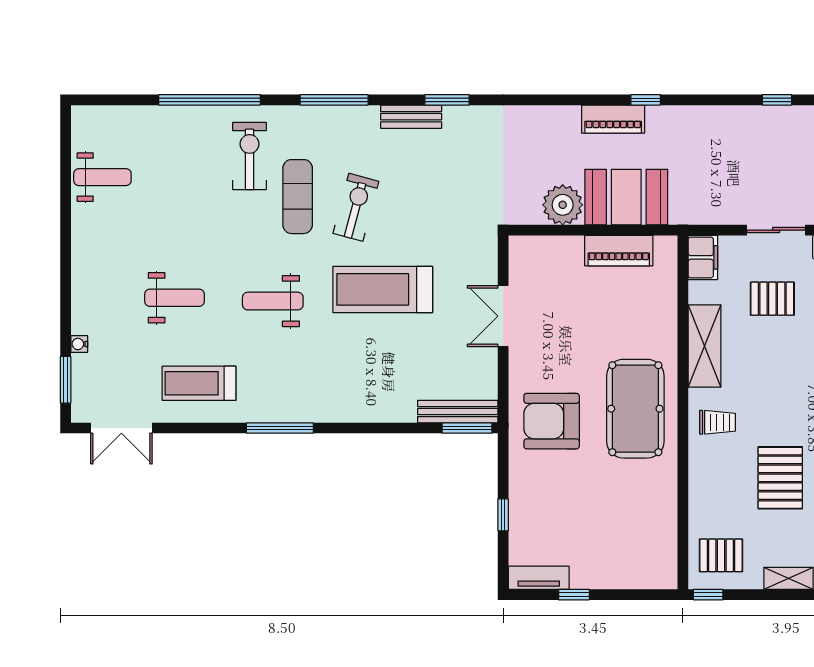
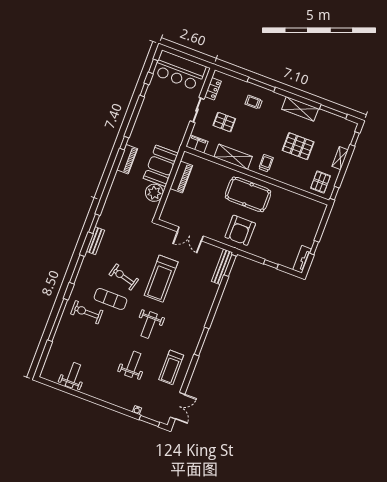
pallet: (772, 299) -> (224, 122), turned 90

